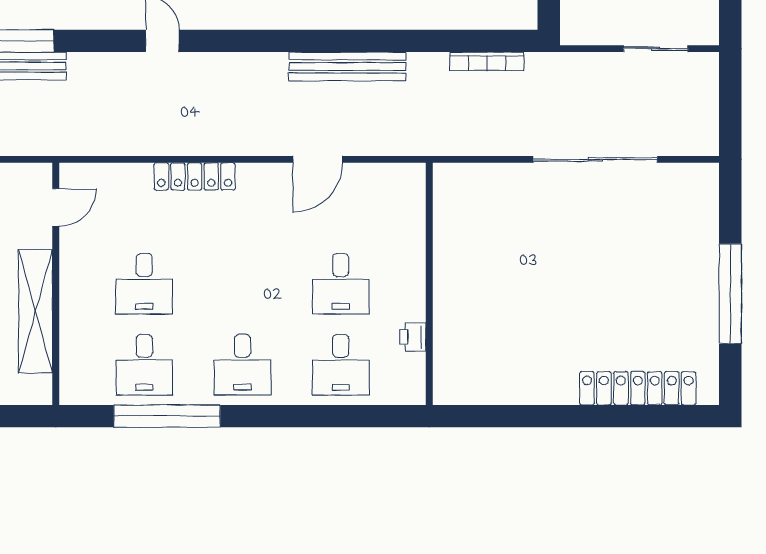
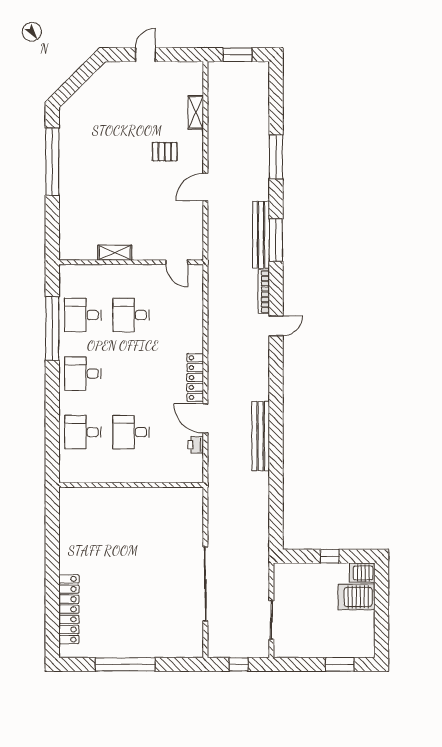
bookcase: (487, 61) -> (264, 292), moved
window: (730, 104) -> (239, 664), added
locker: (195, 176) -> (195, 378), moved
shelving: (36, 311) -> (115, 253), width x0.45, depth x0.75
printer: (413, 337) -> (196, 445), moved, turned -90

